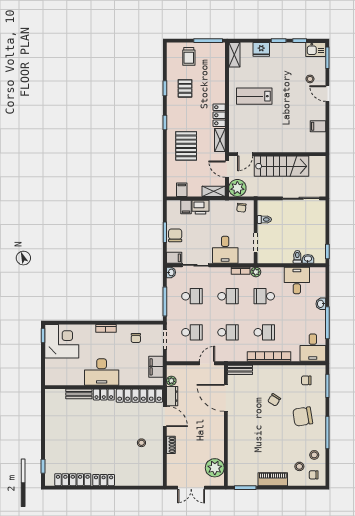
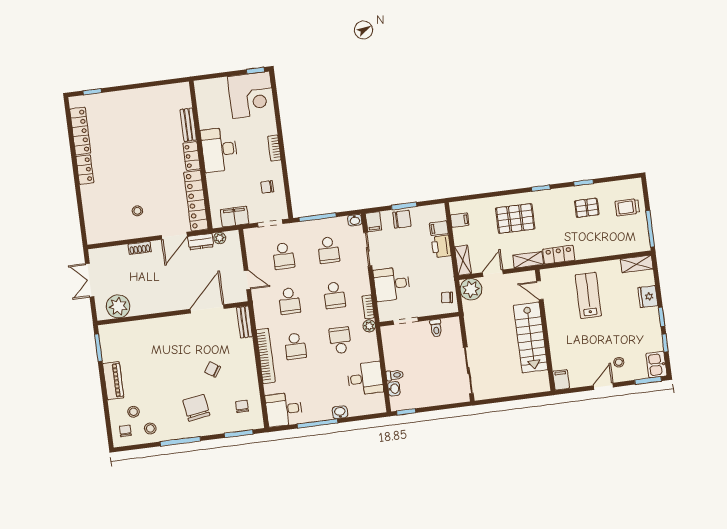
door: (245, 154) -> (540, 290), moved
wall: (277, 154) -> (545, 330), moved
stairs: (282, 166) -> (531, 337), moved

